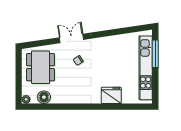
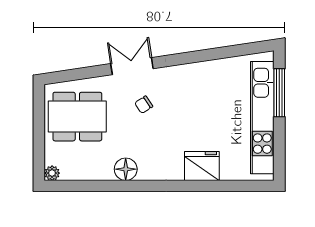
dining table: (40, 67) -> (77, 117), turned 90
floor lamp: (44, 97) -> (126, 169), moved

